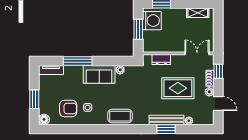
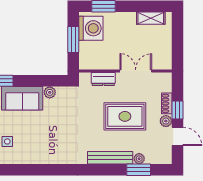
double door: (197, 53) -> (136, 71), moved
window: (218, 71) -> (177, 110), moved
coffee table: (120, 116) -> (49, 153), removed
window: (166, 129) -> (139, 170), moved

